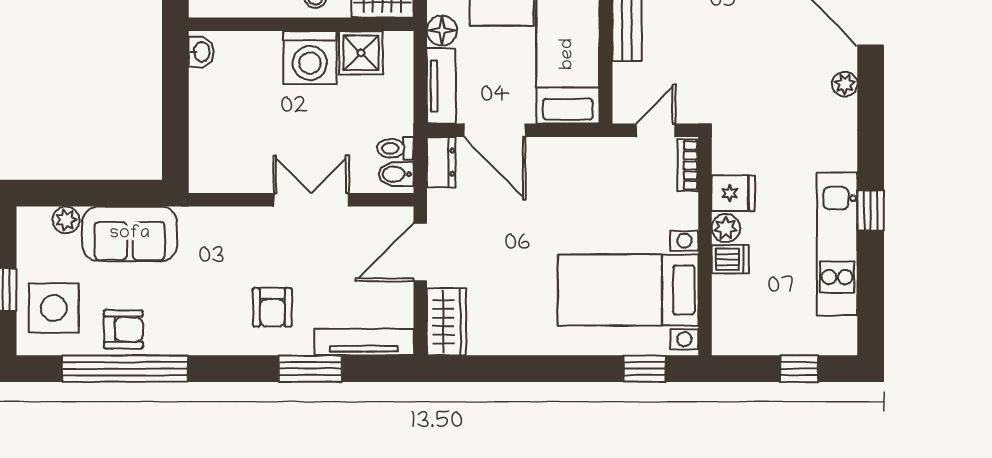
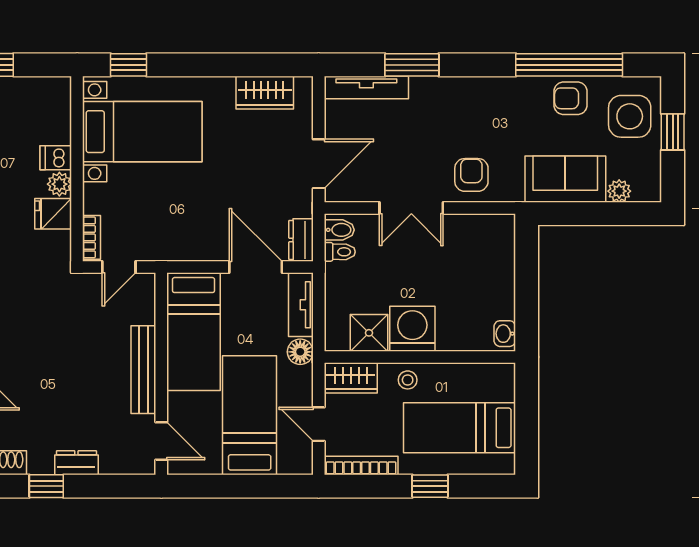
armchair: (272, 307) -> (471, 175), moved
wardrobe: (446, 322) -> (265, 93), moved, turned -90

